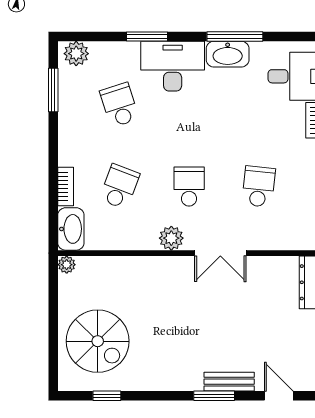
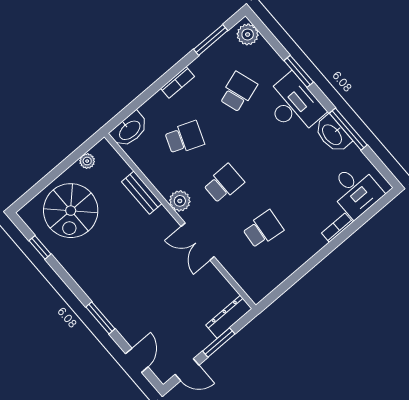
bookcase: (66, 186) -> (178, 82), moved
plant: (67, 265) -> (87, 161), moved
bench: (229, 382) -> (142, 193), moved

